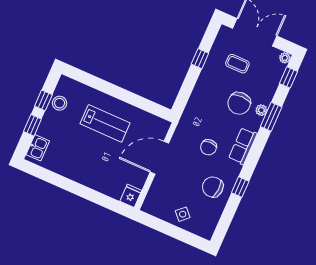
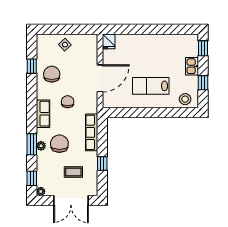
row of seats: (196, 100) -> (92, 132), added
stool: (60, 103) -> (185, 99), moved
window: (32, 125) -> (203, 48), moved
kitchen sink: (38, 148) -> (192, 66), moved
chair: (213, 187) -> (52, 74), turned -94
window: (240, 187) -> (32, 66), moved

